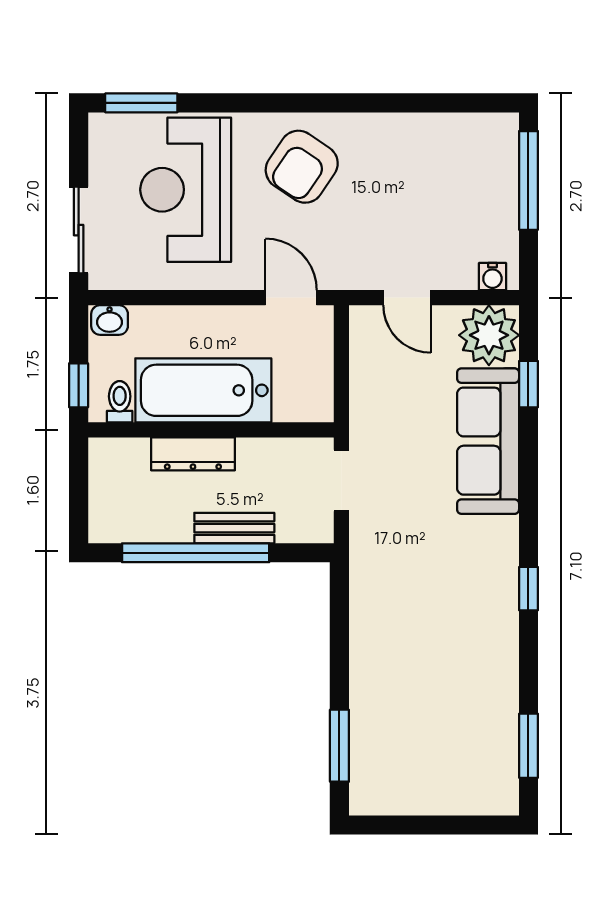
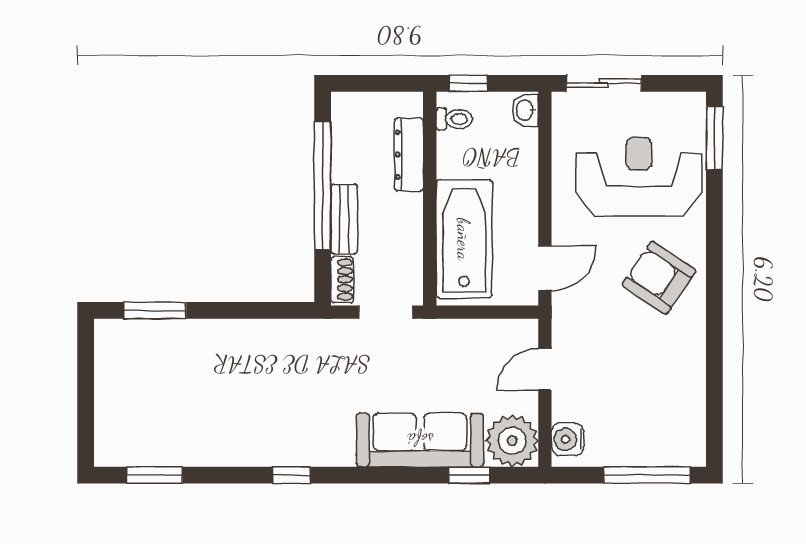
water cooler: (492, 276) -> (568, 439), width x1.38, depth x1.38
bathtub: (203, 390) -> (464, 239), moved
dresser: (193, 454) -> (409, 155), moved
shoe rack: (304, 530) -> (342, 280), added

